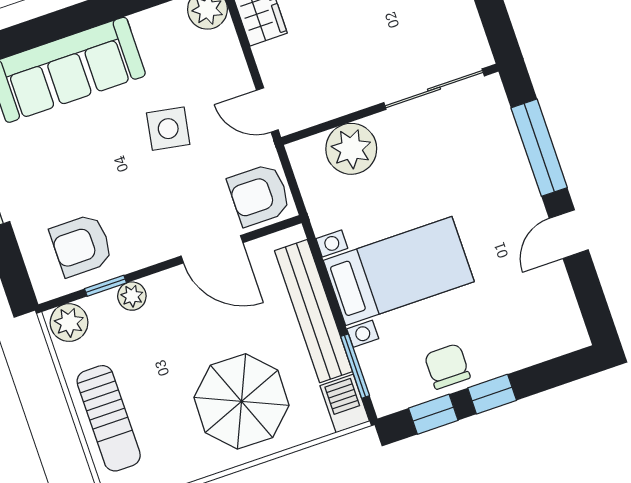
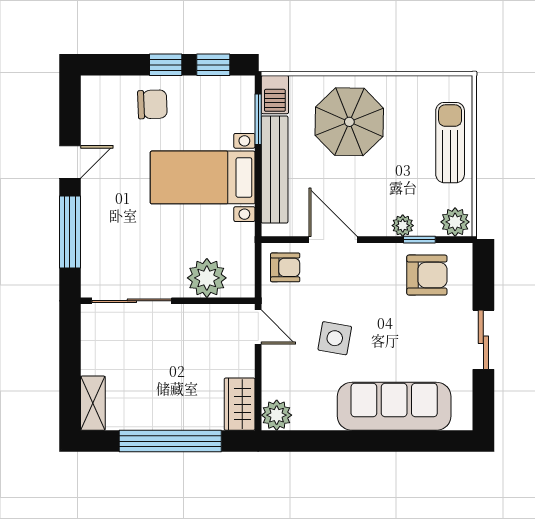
armchair: (259, 195) -> (285, 267), width x0.72, depth x0.72
chair: (447, 366) -> (152, 104), moved, turned -92

